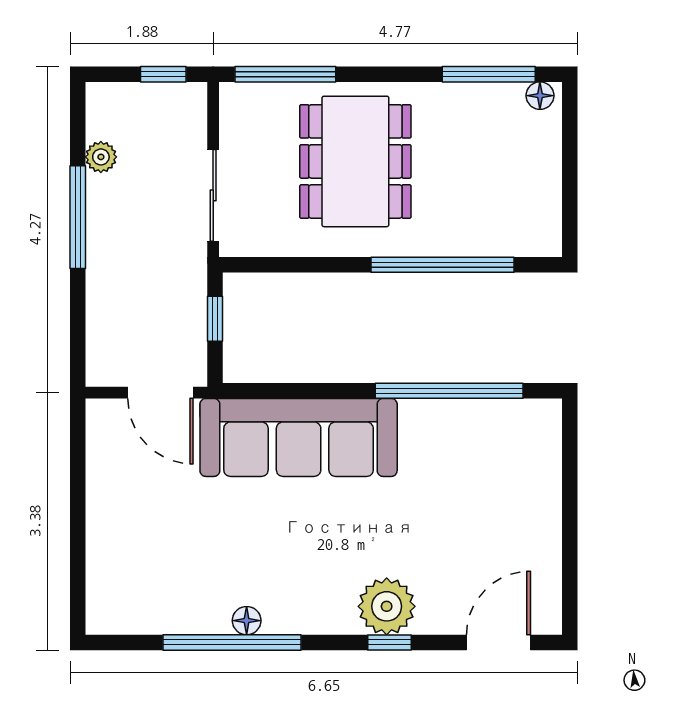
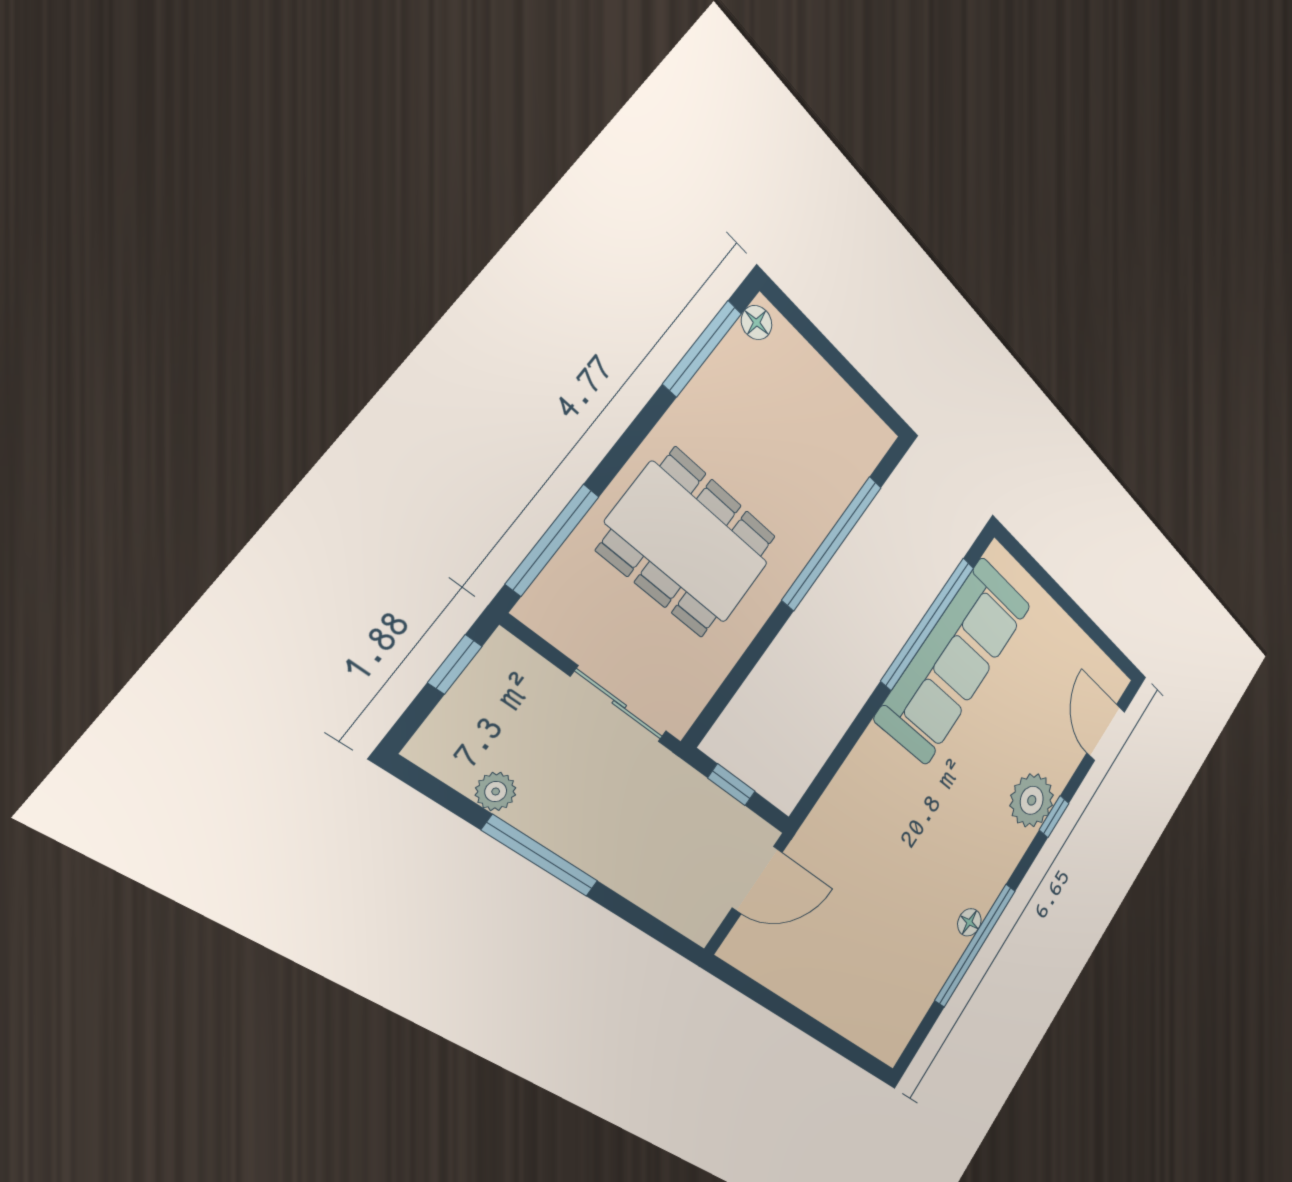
sofa: (299, 437) -> (954, 661), moved

